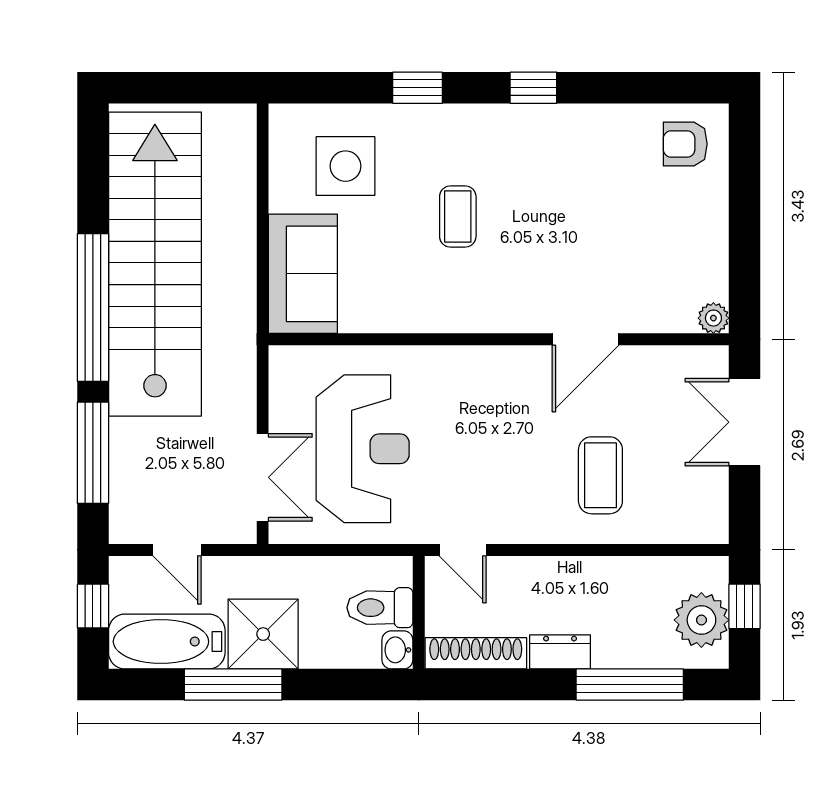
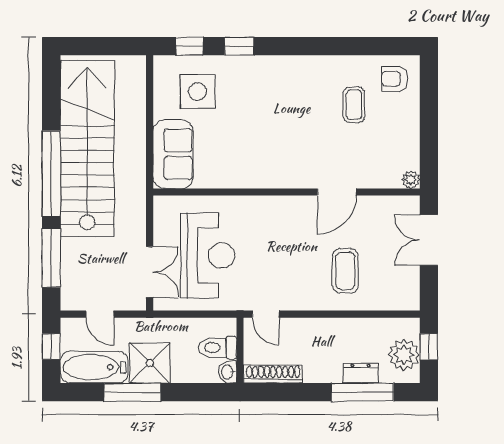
window: (533, 88) -> (190, 46), moved
coffee table: (458, 217) -> (354, 105), moved
dresser: (560, 652) -> (361, 373), moved

